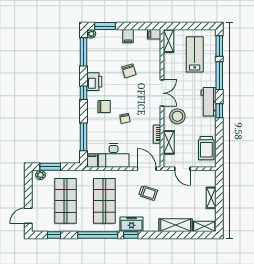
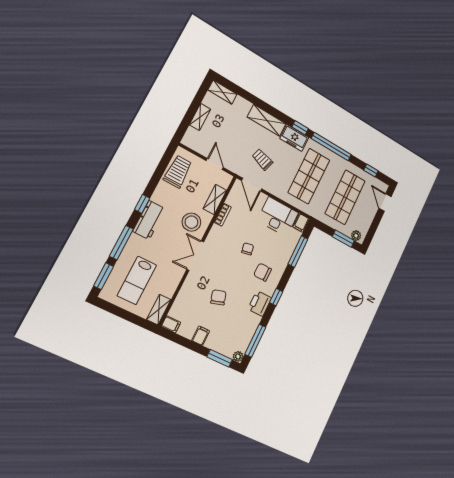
door: (28, 216) -> (385, 202), swing flipped
shelving: (176, 225) -> (267, 120), moved

